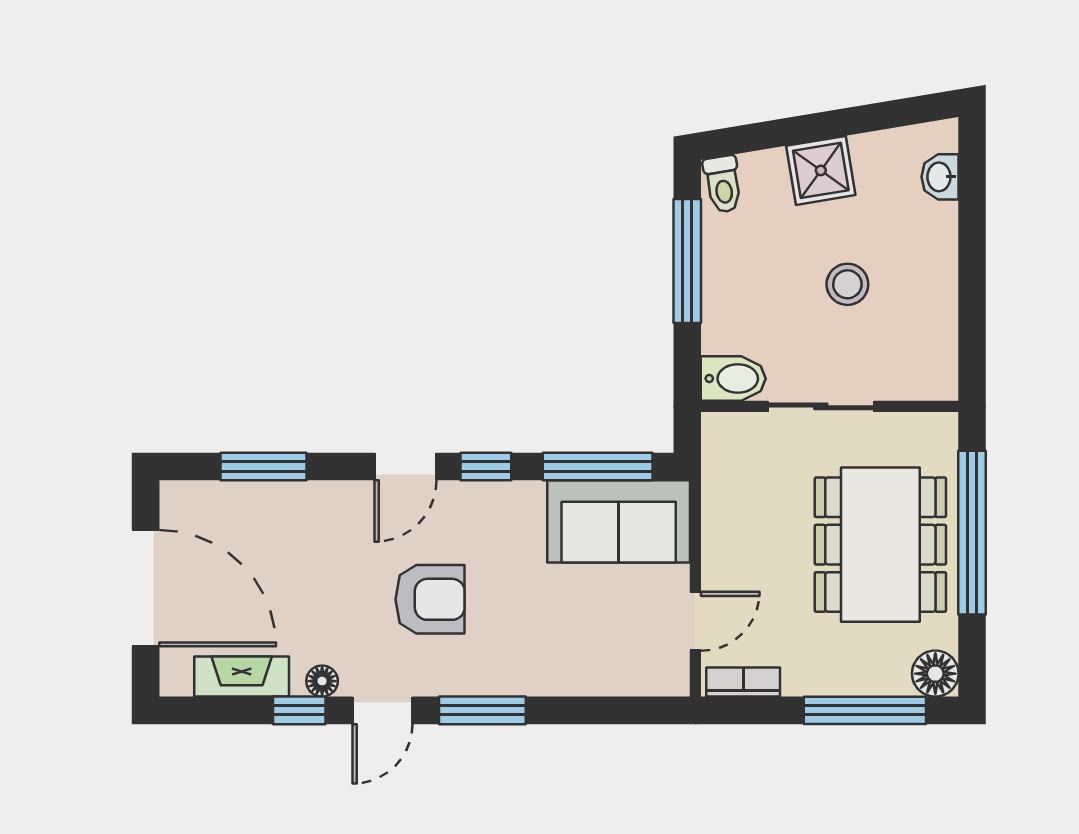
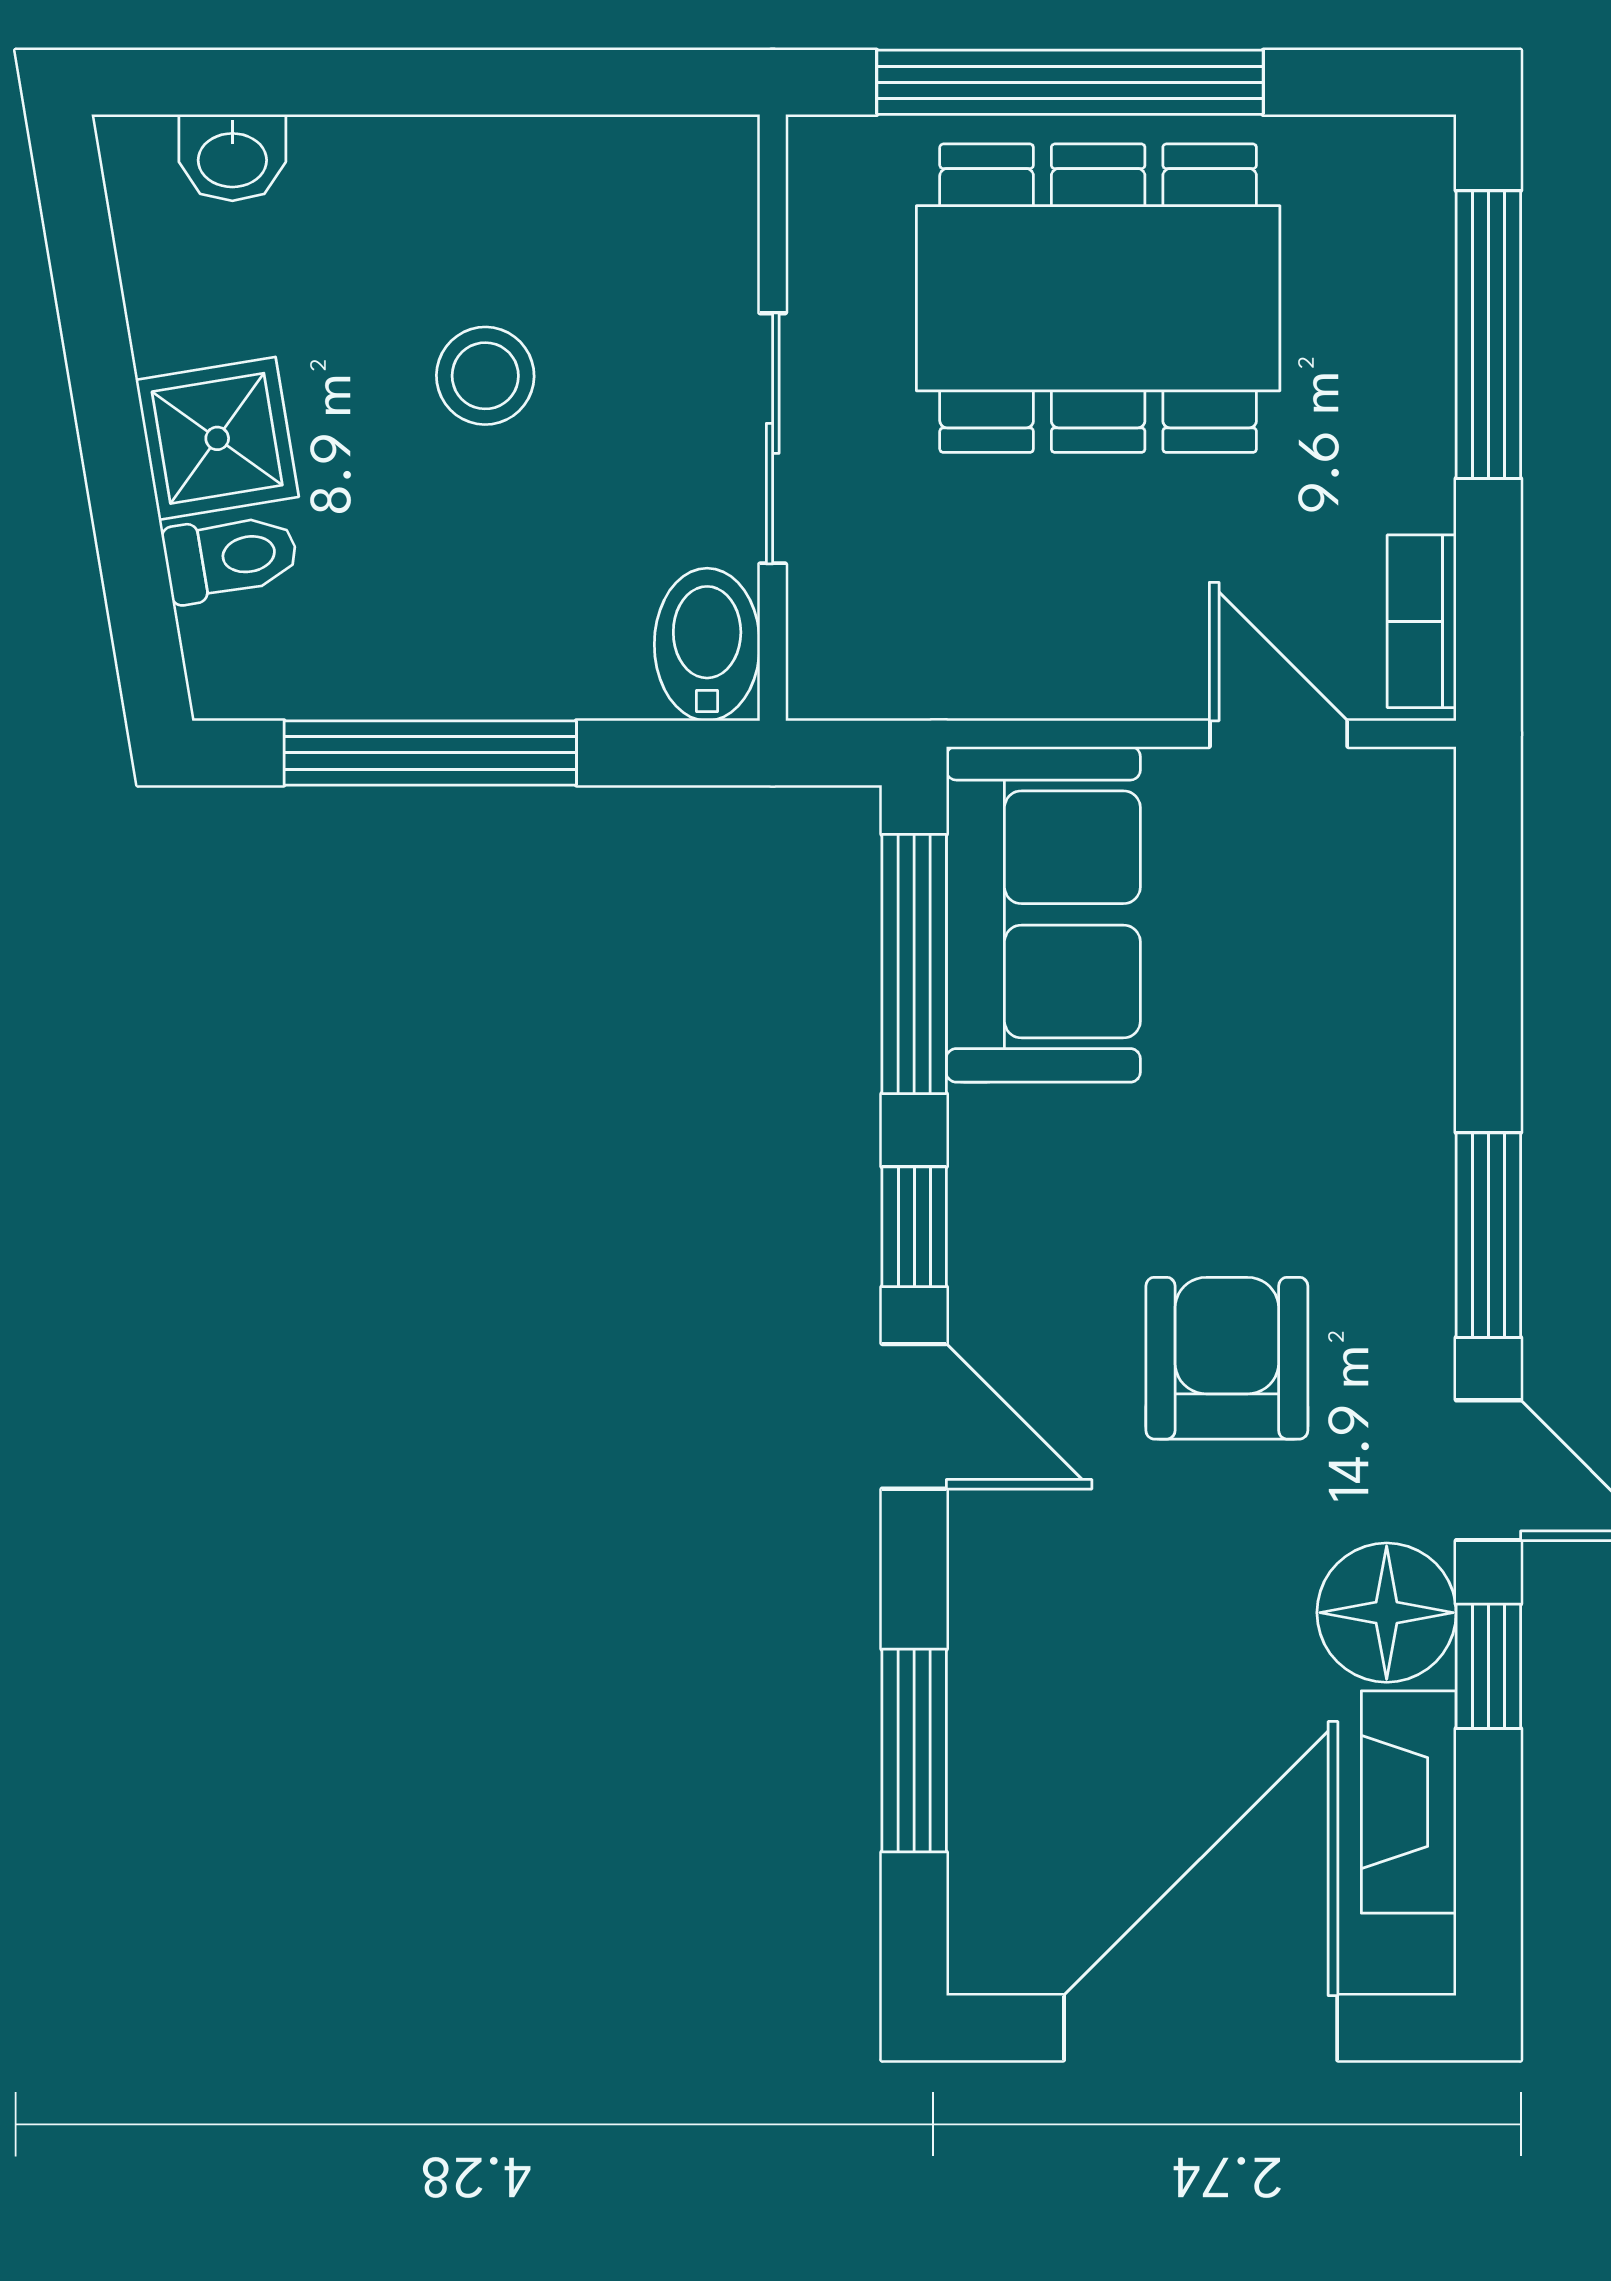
toilet: (723, 184) -> (231, 557), moved
floor lamp: (935, 674) -> (1402, 169), removed
floor lamp: (322, 681) -> (1387, 1613), width x1.89, depth x1.89

